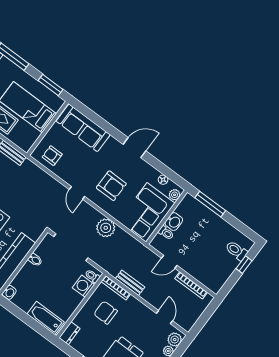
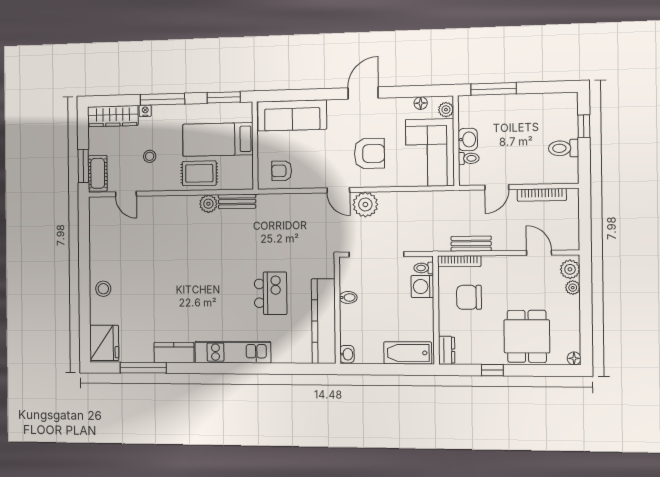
plant: (106, 228) -> (365, 205), moved
toilet: (237, 251) -> (564, 148), moved

